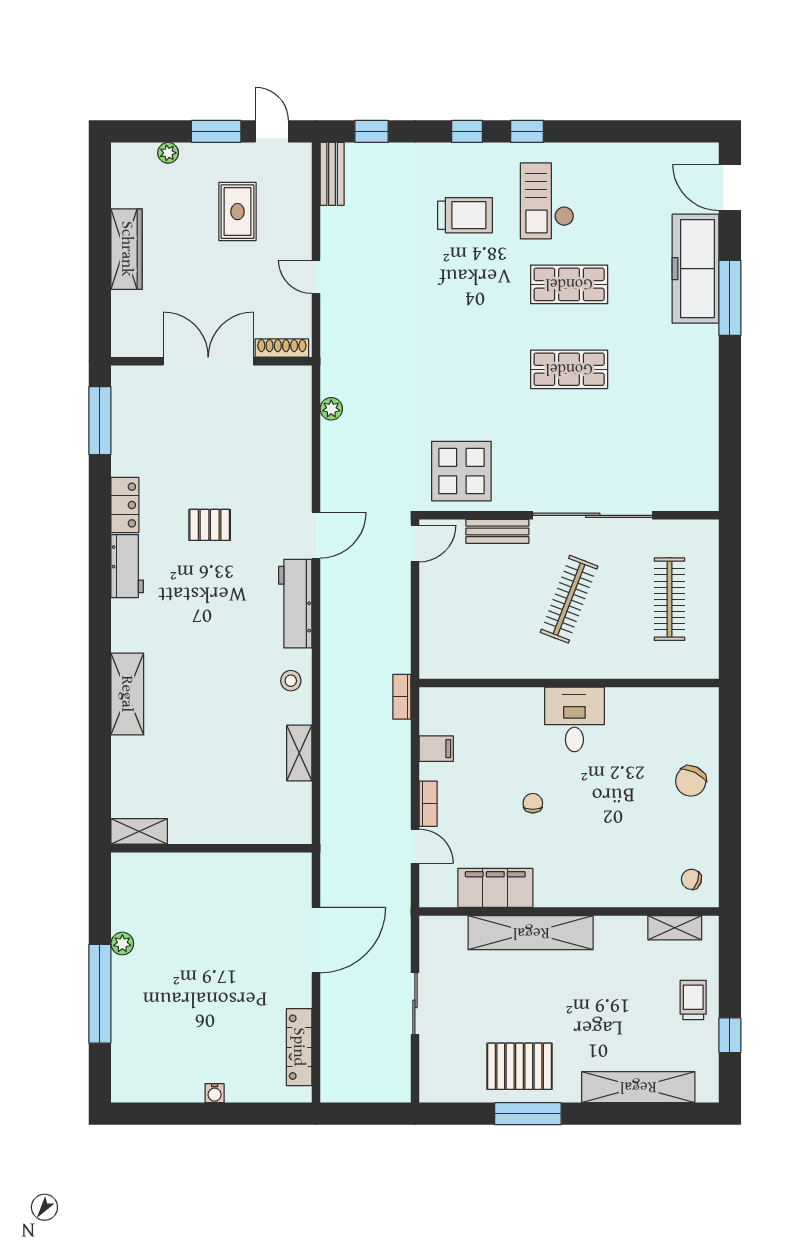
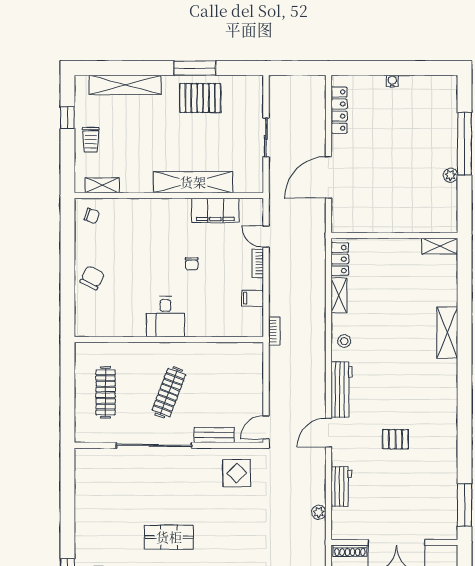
display table: (461, 471) -> (237, 473), width x0.73, depth x0.73
locker: (125, 505) -> (340, 259), moved, turned 180
workbench: (127, 566) -> (341, 487), moved, turned 180

